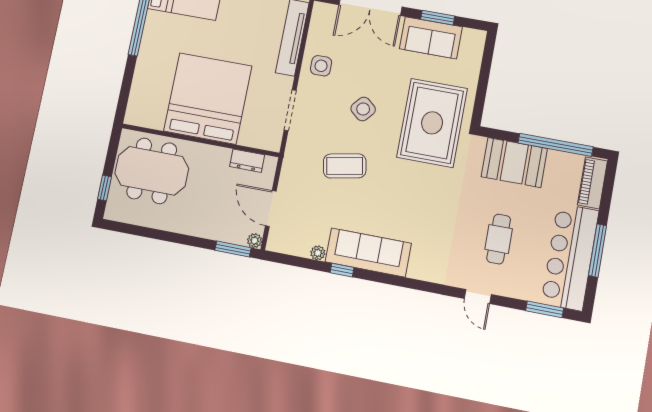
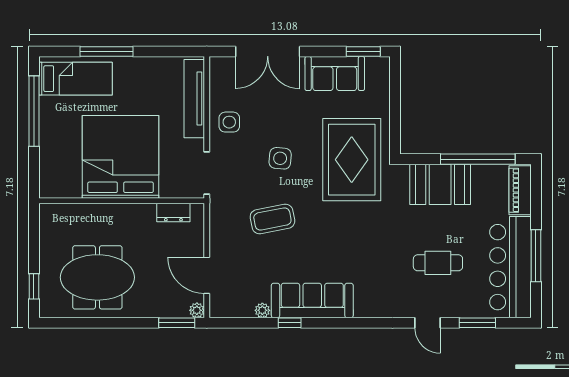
window: (438, 18) -> (363, 52), moved
bed: (208, 99) -> (121, 157), moved
side table: (363, 109) -> (280, 158), turned -36
wall: (200, 140) -> (122, 201), moved
dresser: (247, 161) -> (173, 212), moved
meeting table: (152, 171) -> (97, 277), moved
cafe table: (499, 239) -> (438, 263), turned 90
window: (545, 309) -> (477, 323), moved

